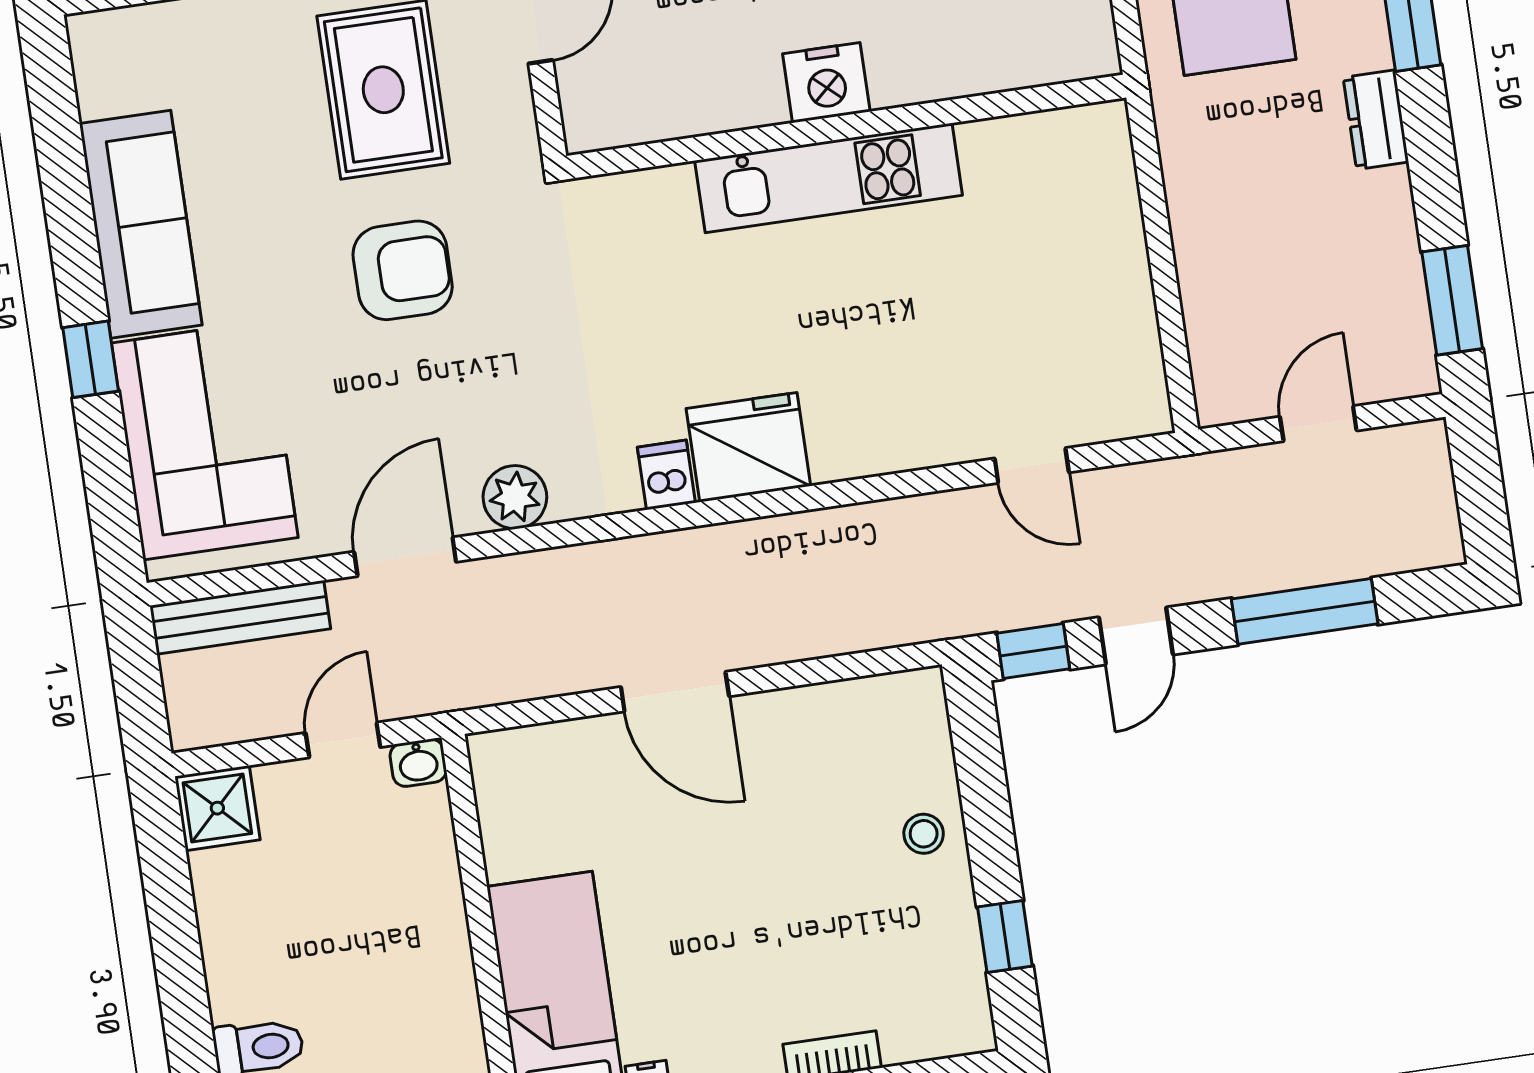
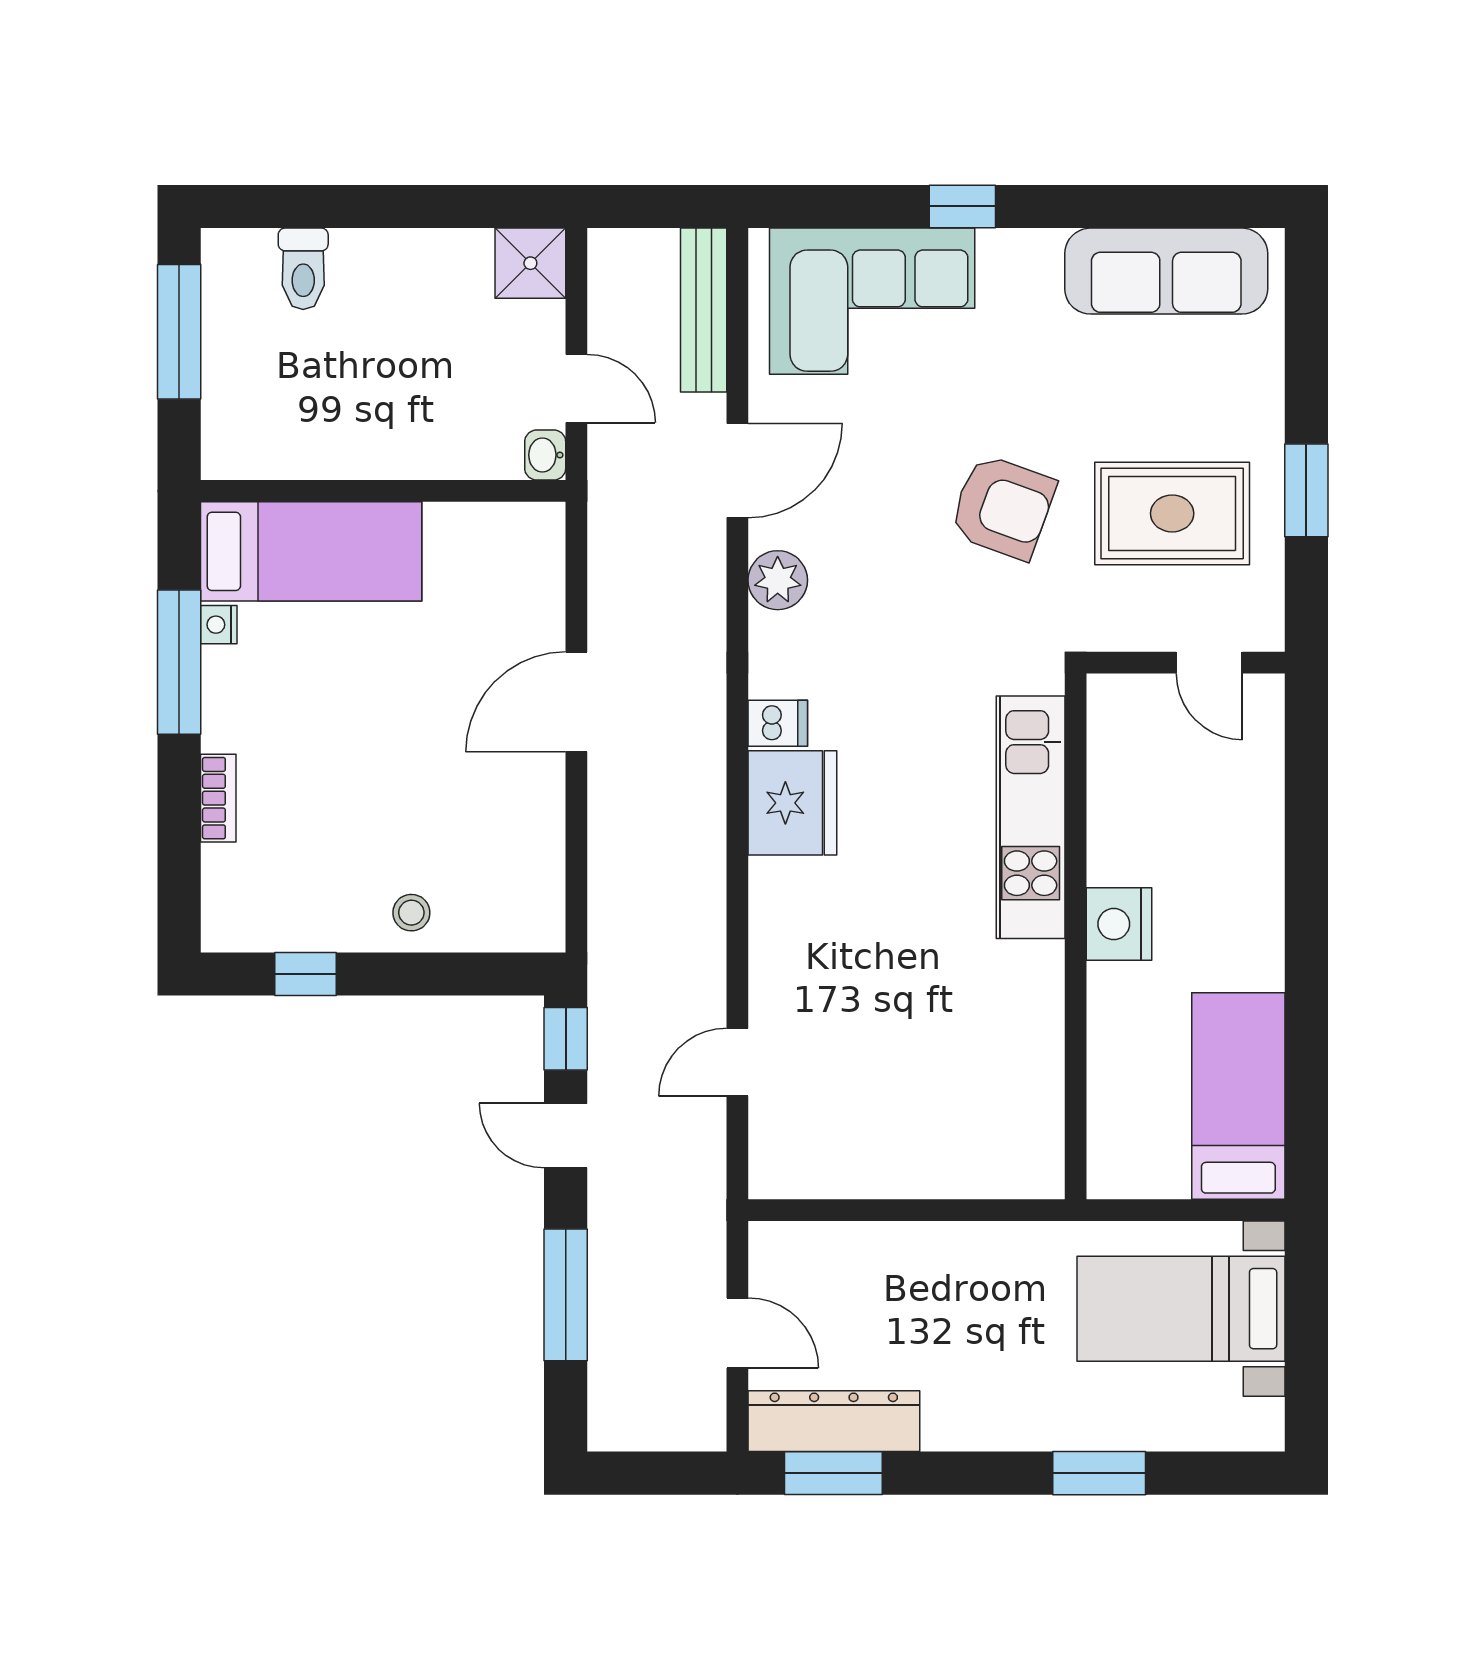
dresser: (1376, 120) -> (834, 1421), moved, width x1.96, depth x1.24
kitchen unit: (829, 178) -> (1031, 817), moved
sofa: (141, 224) -> (1166, 271), moved
armchair: (403, 270) -> (1003, 507), turned -70
door: (405, 557) -> (737, 471), hinge flipped

